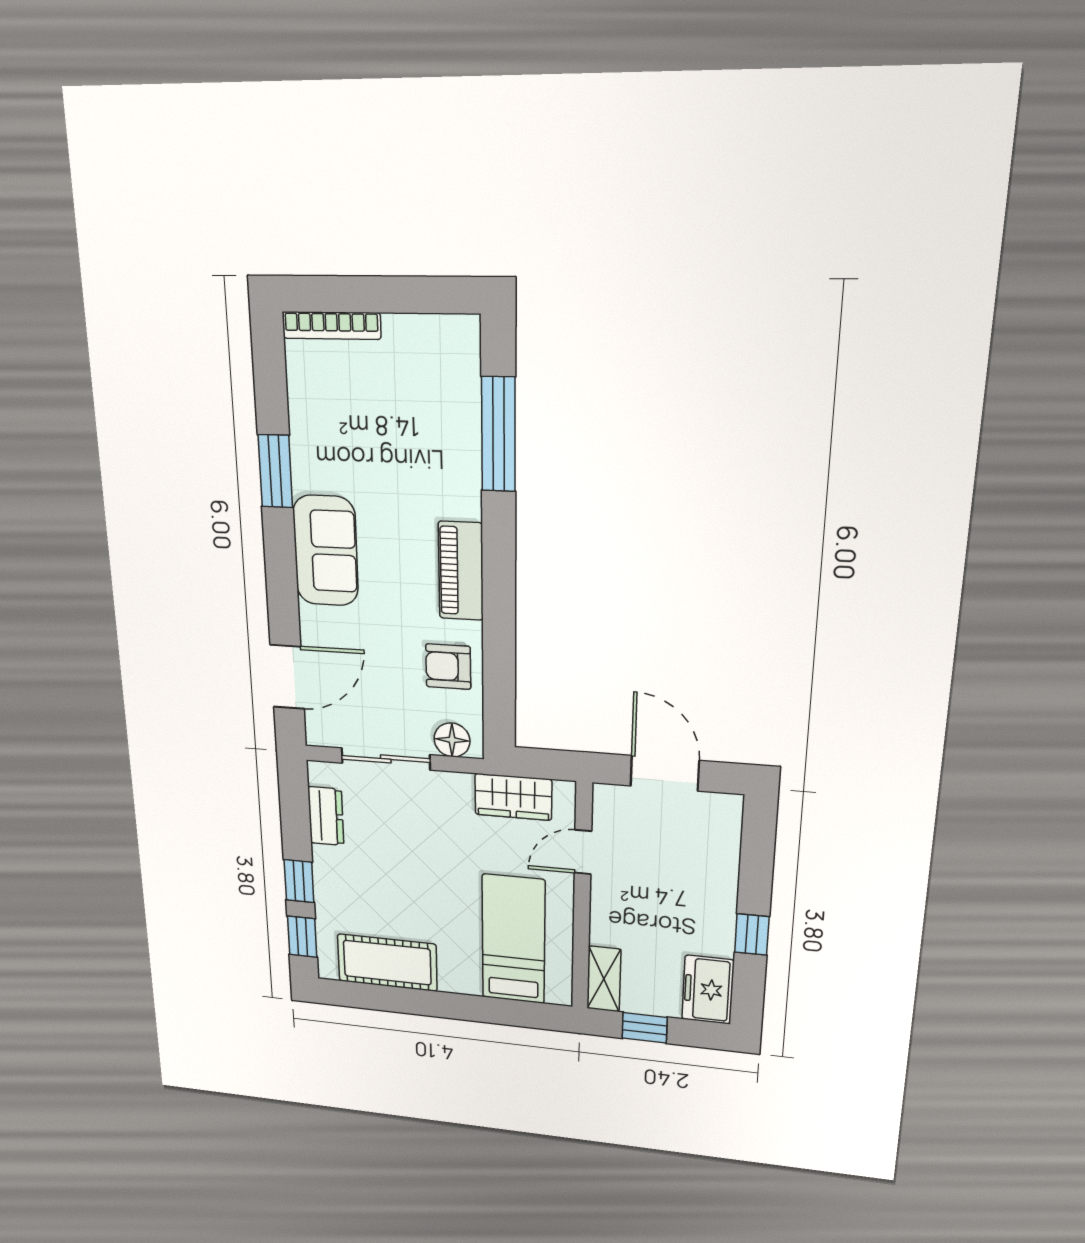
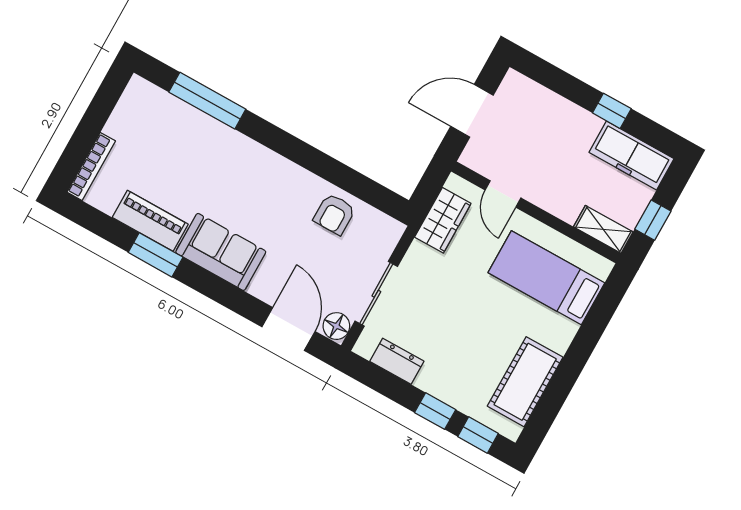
piano: (461, 571) -> (150, 221), moved, turned 180
floor lamp: (452, 740) -> (336, 326), moved
freezer: (708, 990) -> (631, 156), width x1.40

